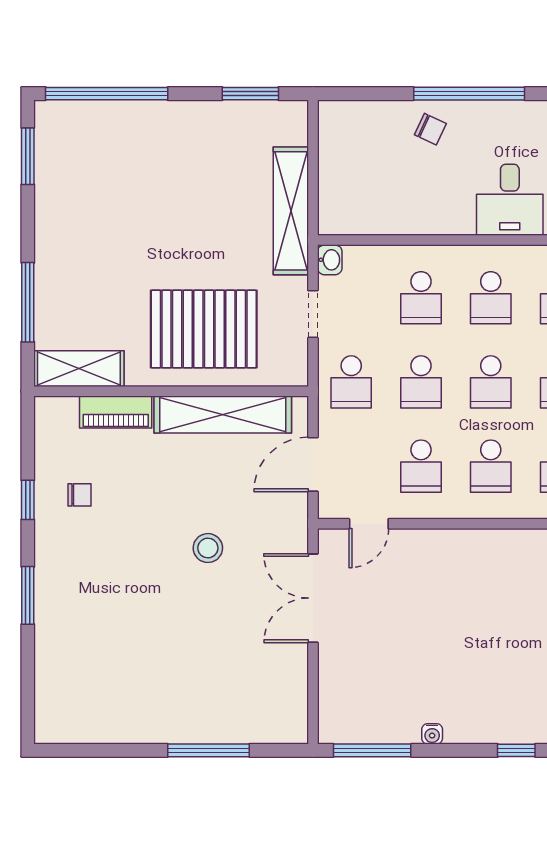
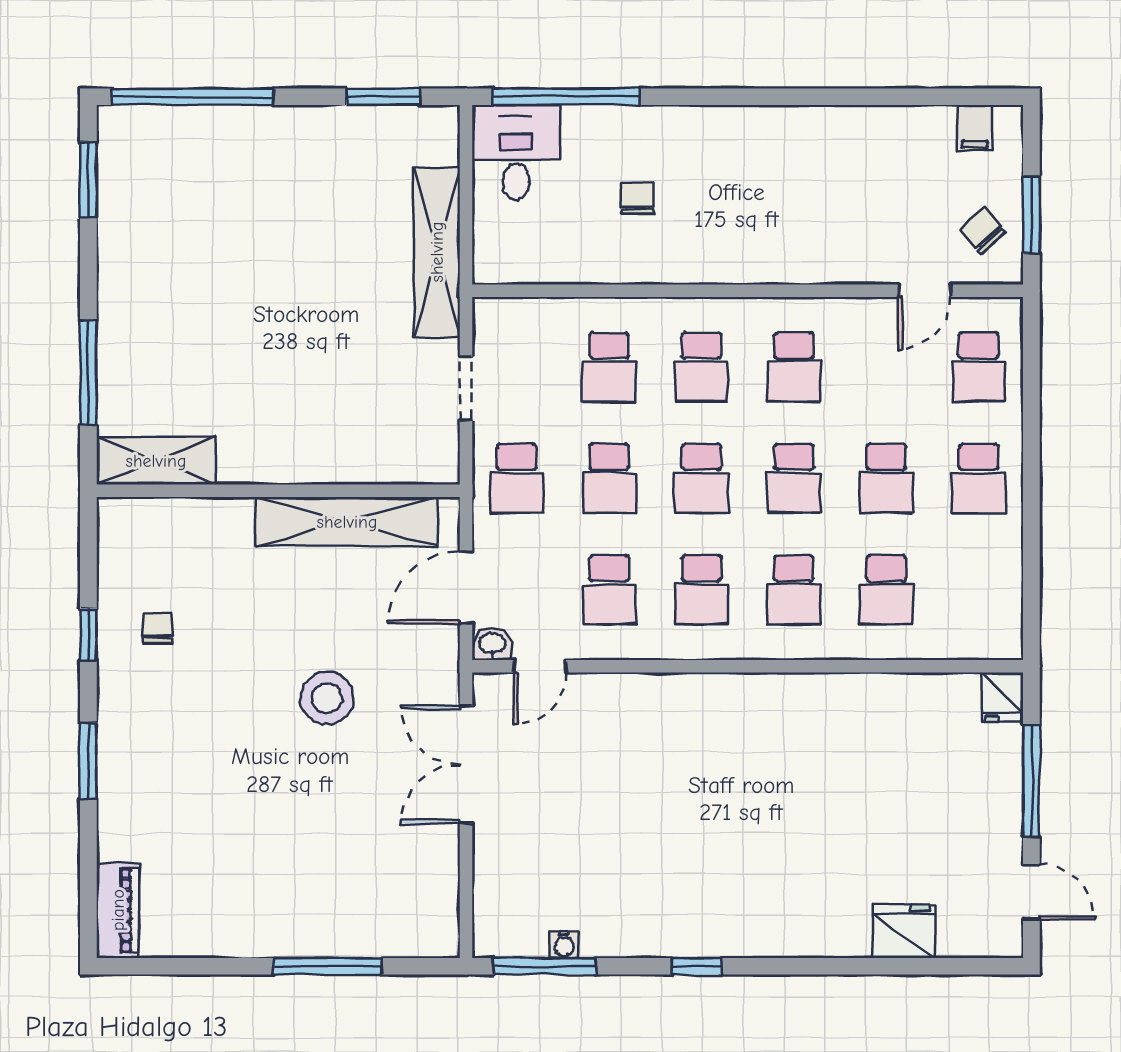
window: (469, 94) -> (566, 97), moved
chair: (430, 129) -> (637, 199), moved, turned -115
desk: (510, 200) -> (516, 152), moved, turned 180
washbasin: (330, 260) -> (492, 644), moved, turned -90
pallet: (204, 329) -> (321, 408), removed
piano: (116, 412) -> (118, 910), moved, turned -90
chair: (80, 495) -> (157, 628), turned -90
stool: (208, 548) -> (327, 698), width x1.38, depth x1.38
water cooler: (432, 734) -> (564, 944), moved
window: (516, 750) -> (696, 966), moved

